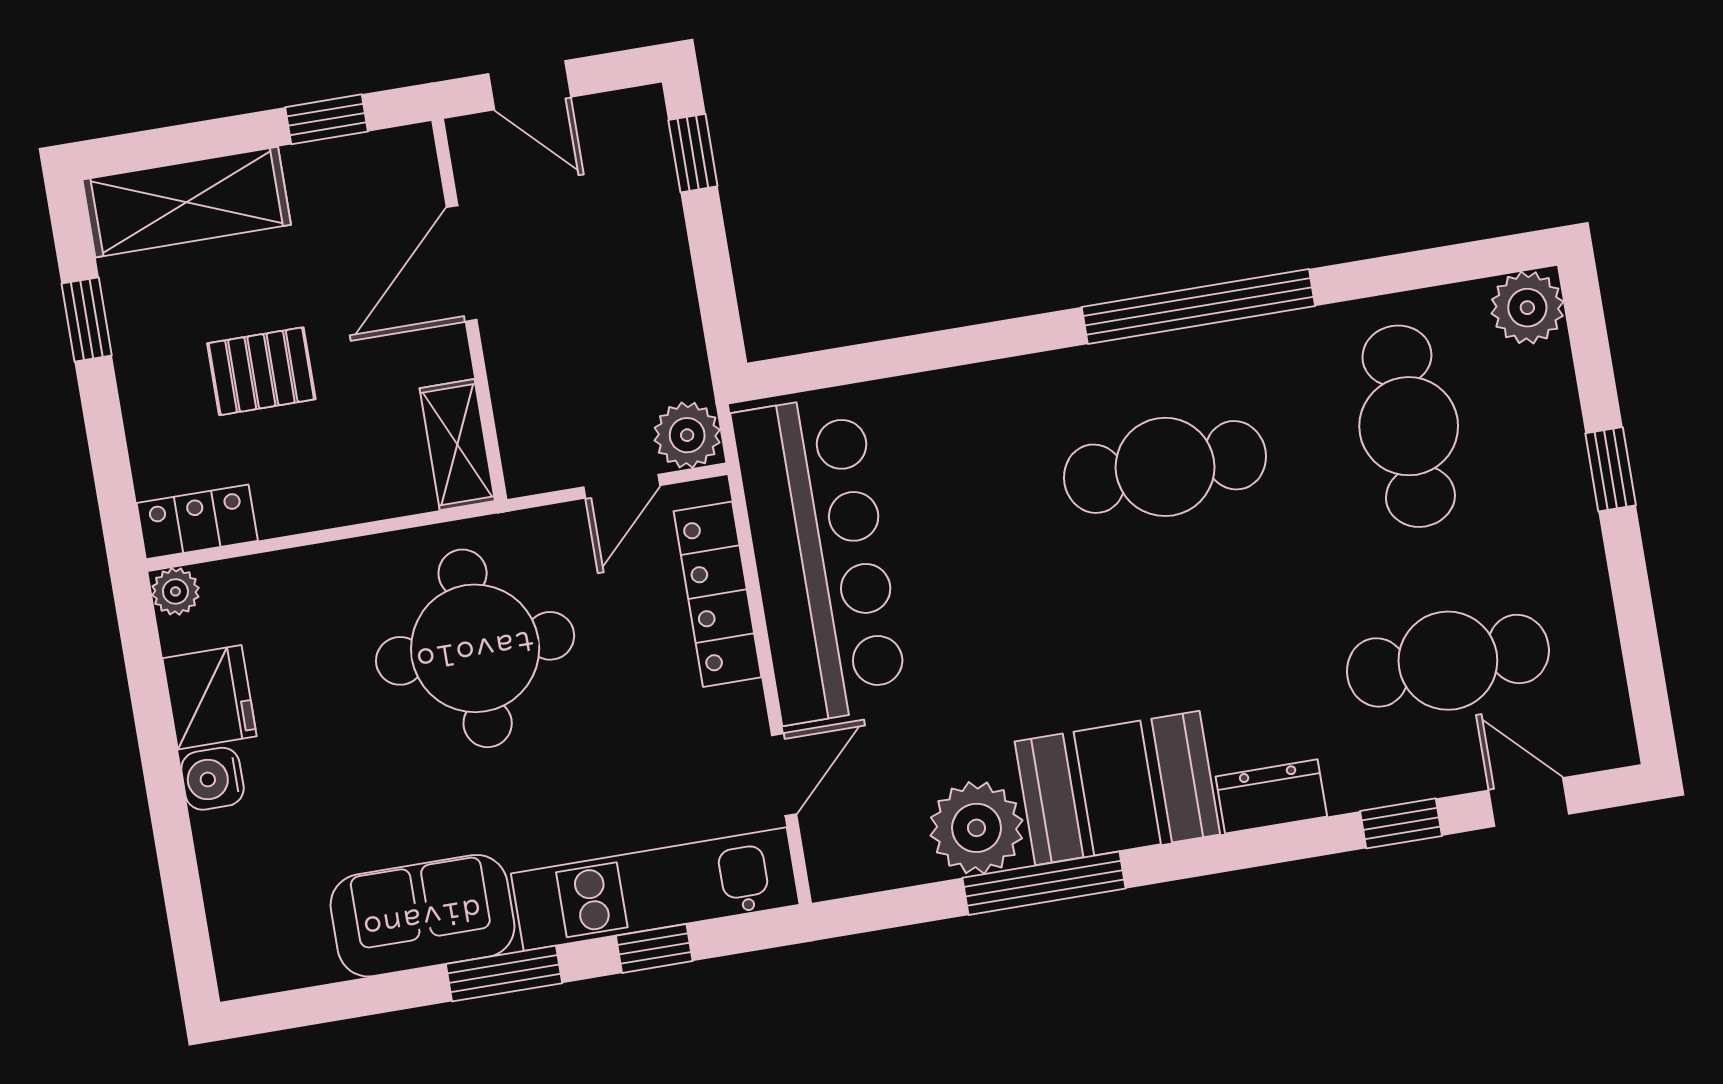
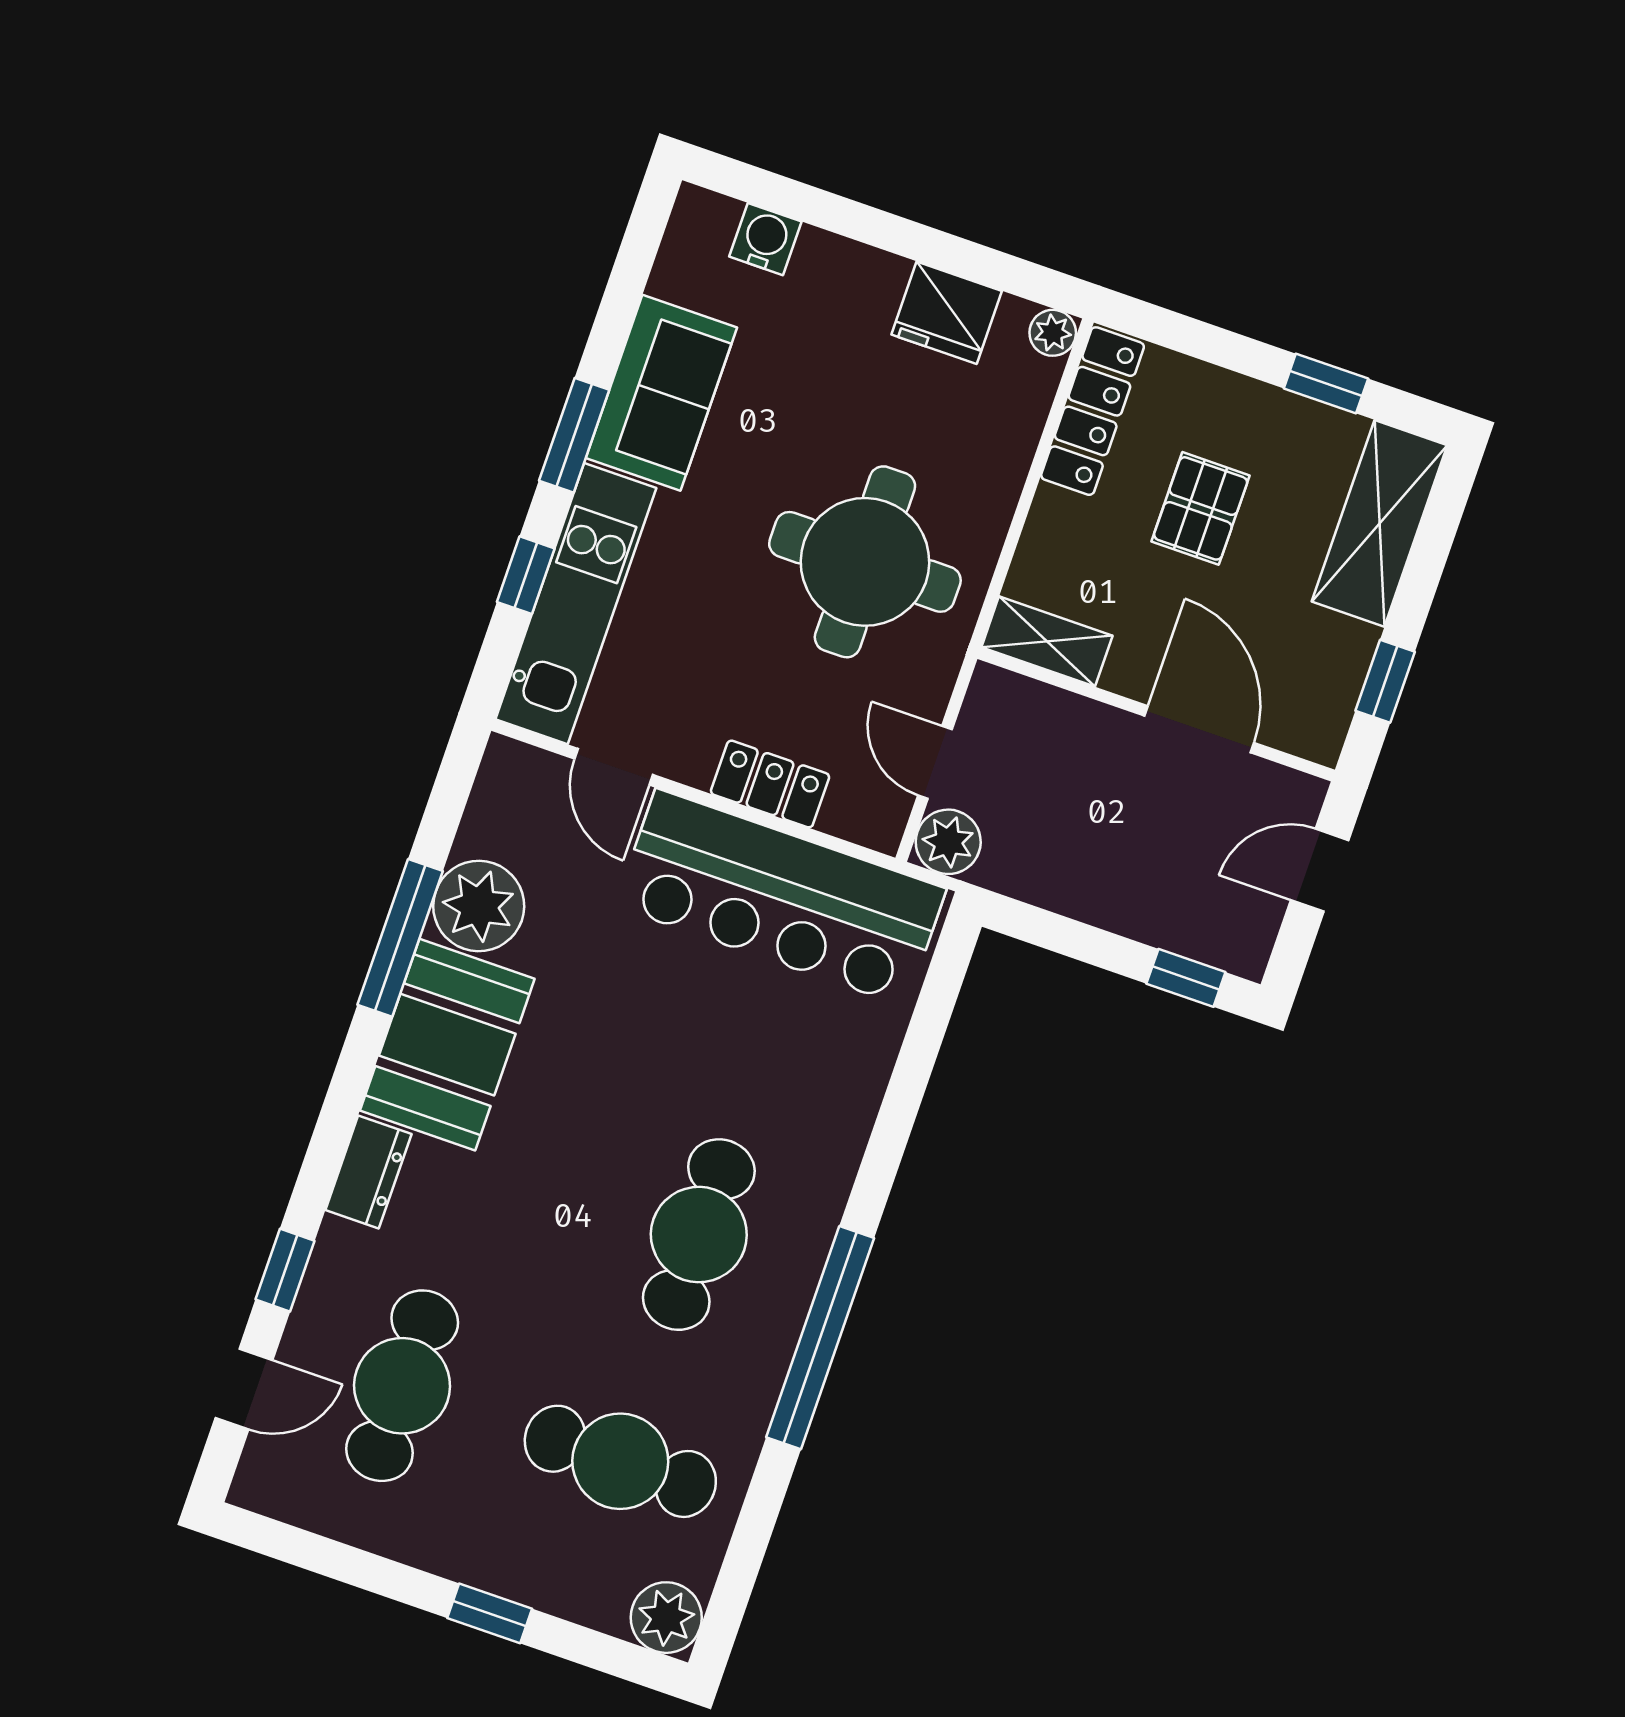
locker: (197, 522) -> (1093, 411), width x1.53
locker: (718, 594) -> (770, 784), width x0.66
water cooler: (212, 779) -> (765, 239), moved

